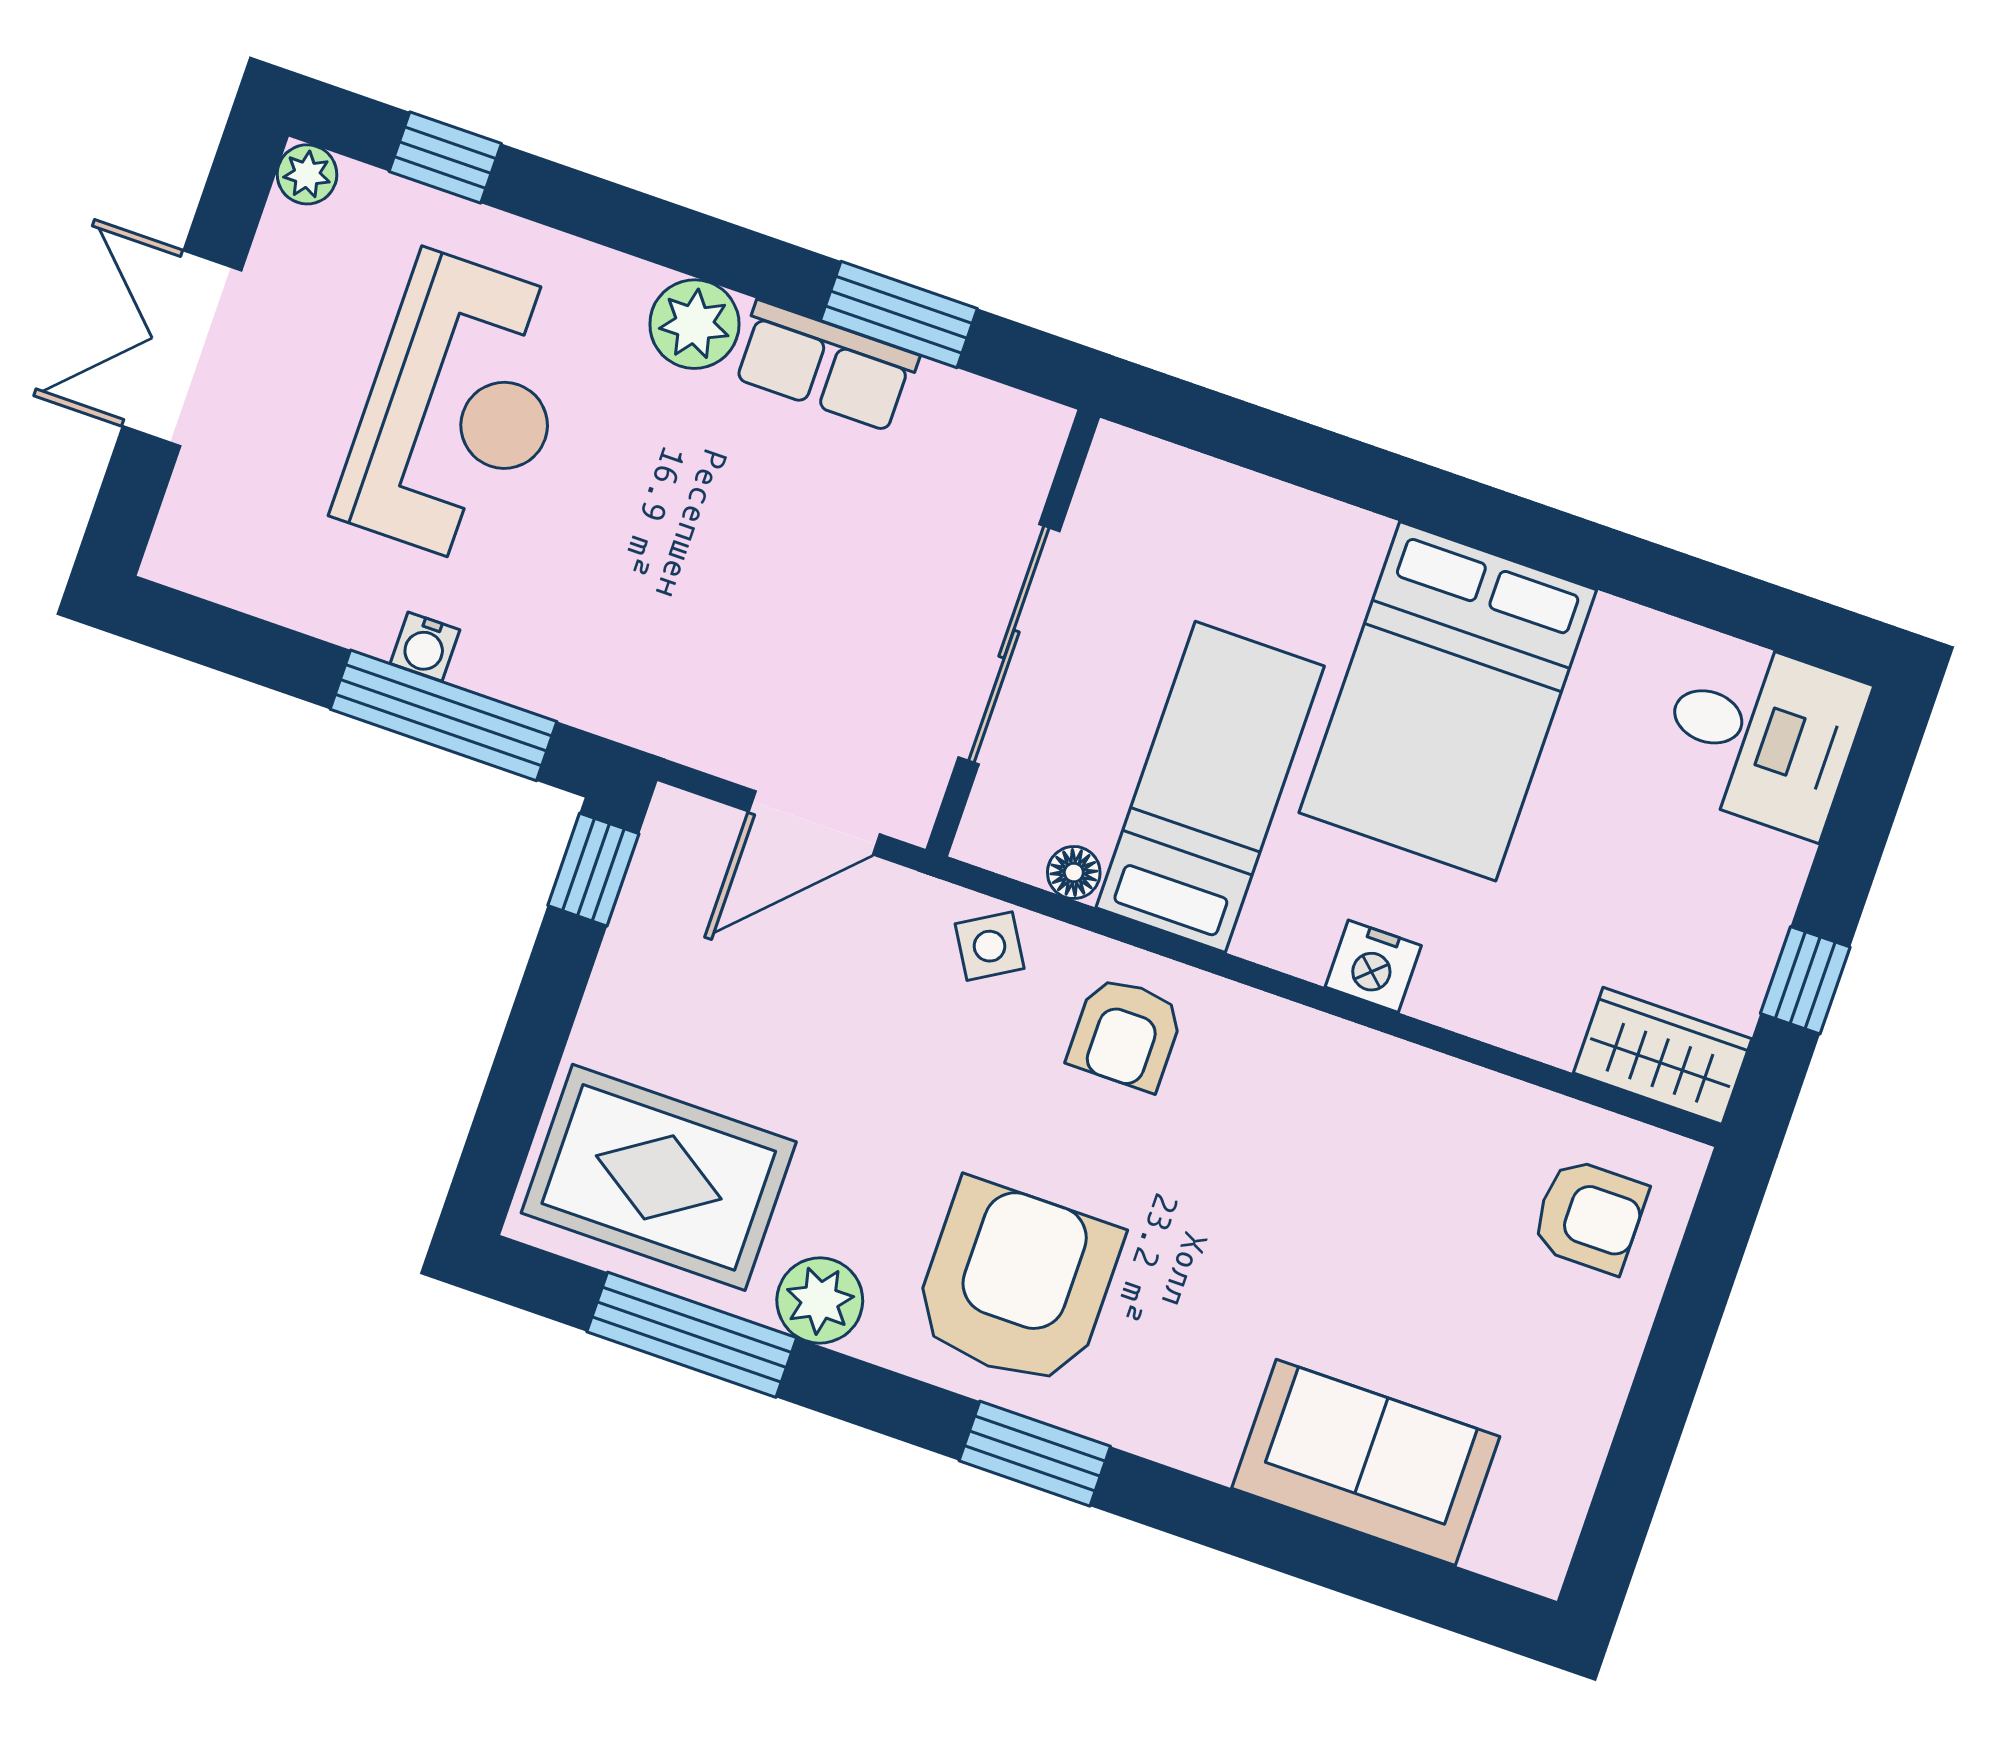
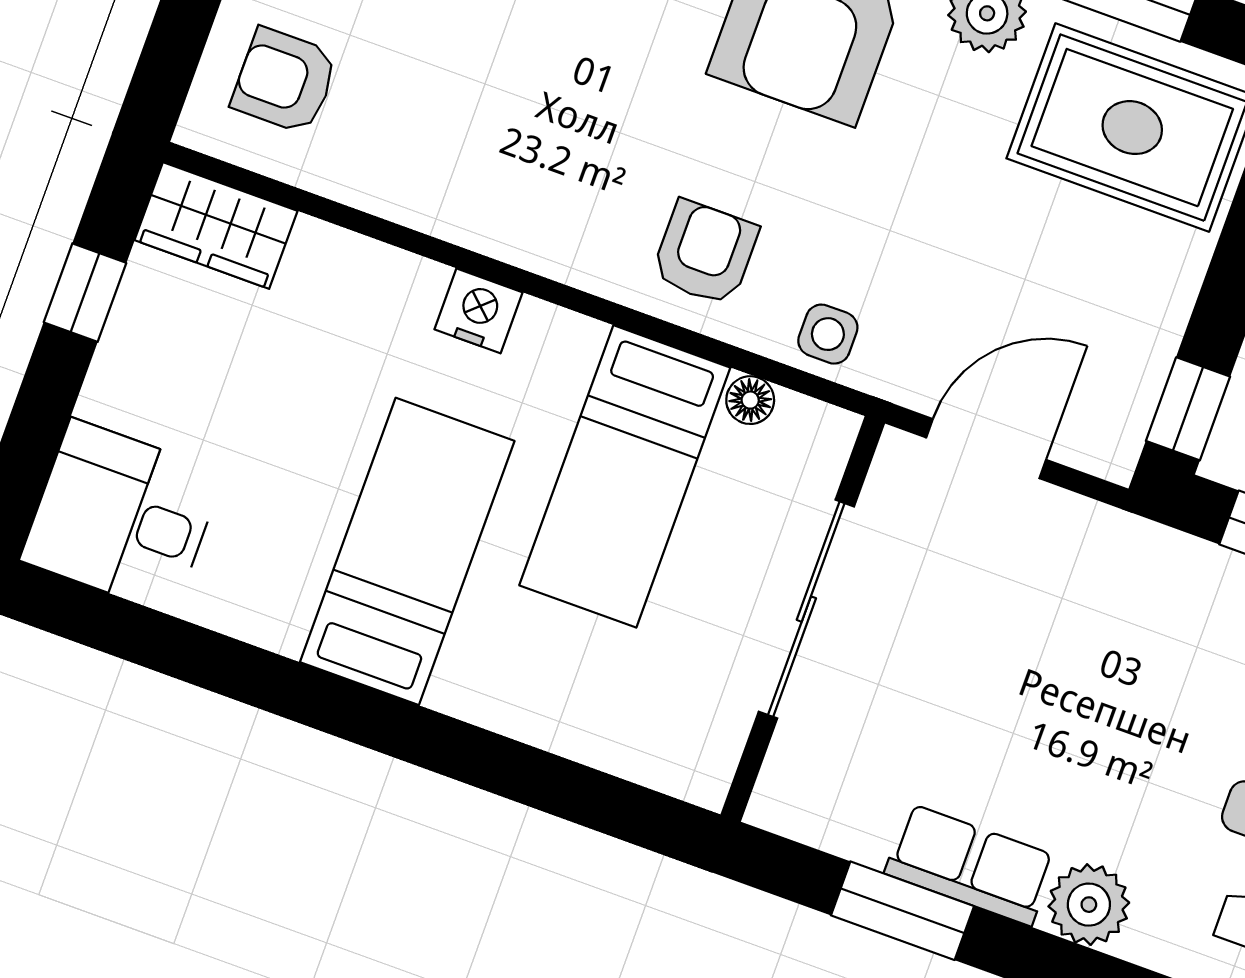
bed: (1448, 701) -> (407, 551), width x0.67
side table: (990, 946) -> (828, 334), turned 31

